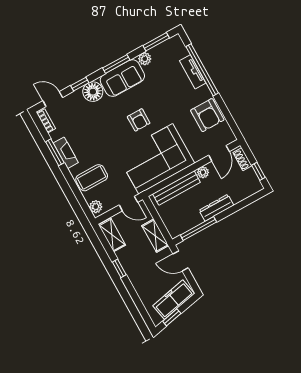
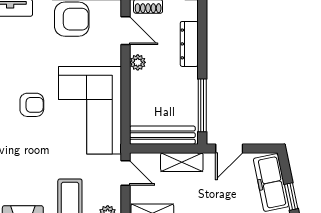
bench: (176, 188) -> (162, 135), moved, turned 90
door: (128, 204) -> (126, 173), hinge flipped
dresser: (216, 208) -> (189, 44), moved

